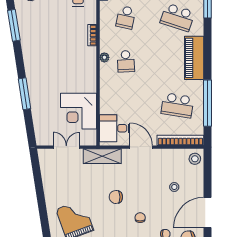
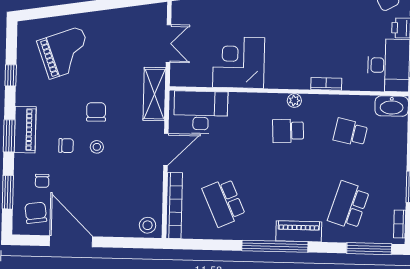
piano: (194, 58) -> (299, 231), width x0.73, depth x0.75
window: (207, 103) -> (275, 246), moved
school desk: (177, 105) -> (224, 202), turned -33
corner desk: (79, 111) -> (239, 63), moved
desk: (114, 128) -> (201, 112), width x1.37
stool: (174, 187) -> (97, 147), moved

